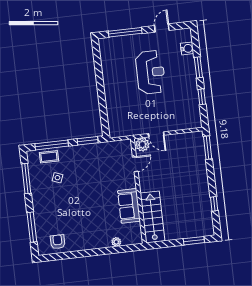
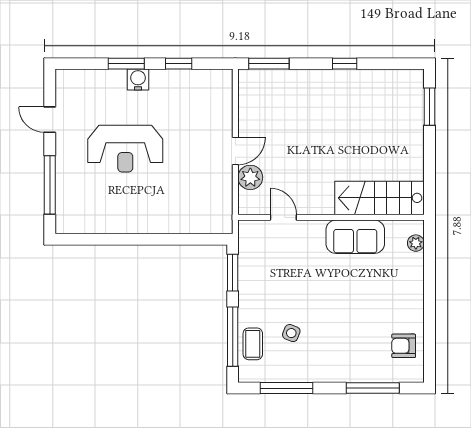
water cooler: (187, 48) -> (138, 79), moved
reception desk: (150, 72) -> (125, 149), turned 180
door: (135, 164) -> (283, 217), moved
wall: (138, 191) -> (331, 217), moved
window: (214, 204) -> (345, 64), moved
sofa: (129, 206) -> (355, 237), moved
stairs: (152, 217) -> (379, 198), moved

